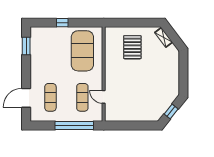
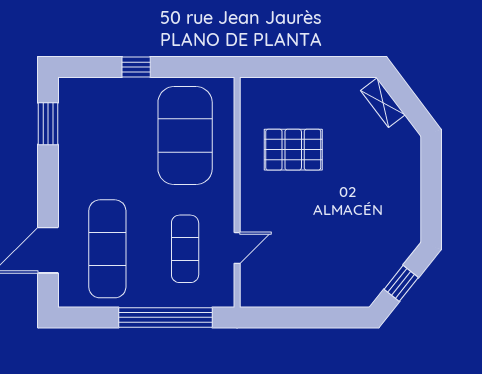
pallet: (132, 47) -> (293, 150), moved, turned 90
exercise mat: (50, 97) -> (107, 249), width x1.36, depth x1.45
door: (104, 97) -> (237, 248), swing flipped

